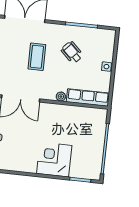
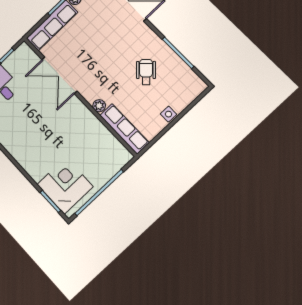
coffee table: (37, 57) -> (108, 48), removed
corner desk: (54, 160) -> (65, 186), moved

